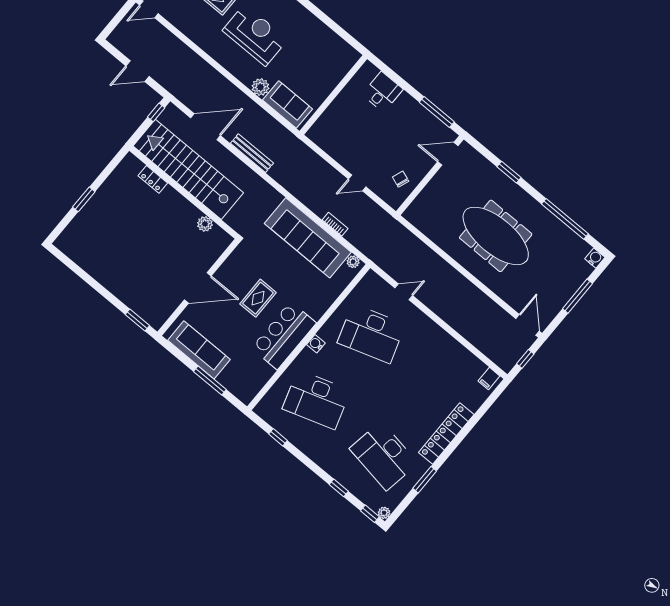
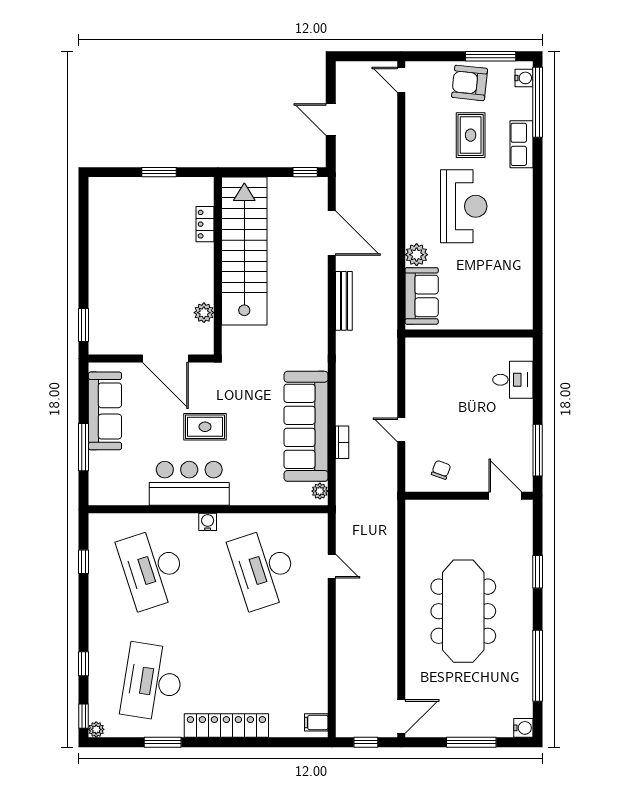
stairs: (188, 169) -> (244, 251), moved
locker: (153, 179) -> (205, 224), moved
wall: (184, 192) -> (218, 266), moved
plant: (205, 224) -> (204, 313), moved

